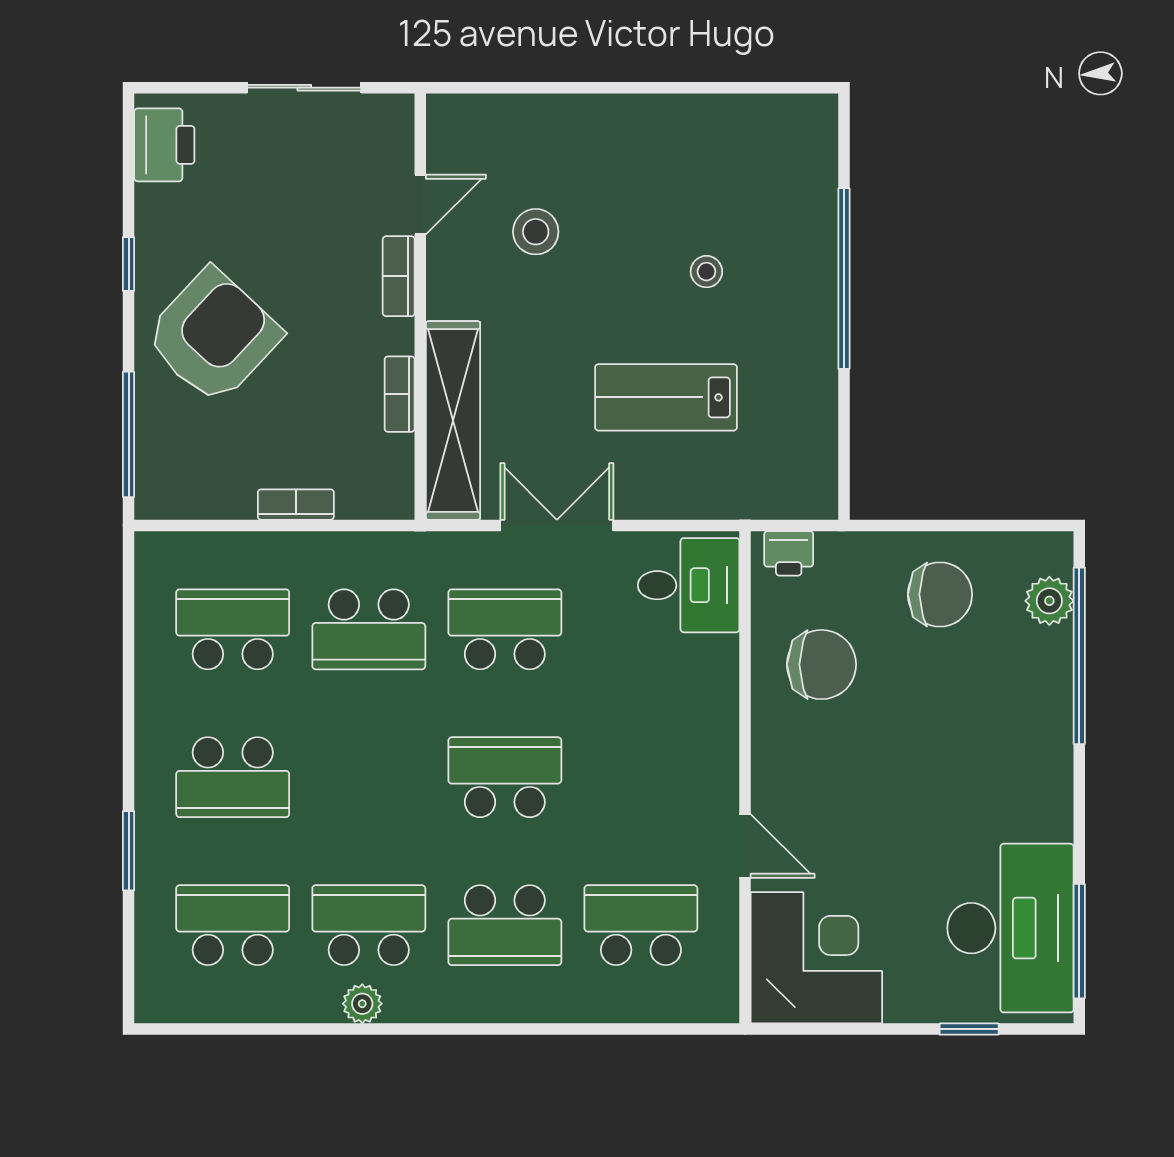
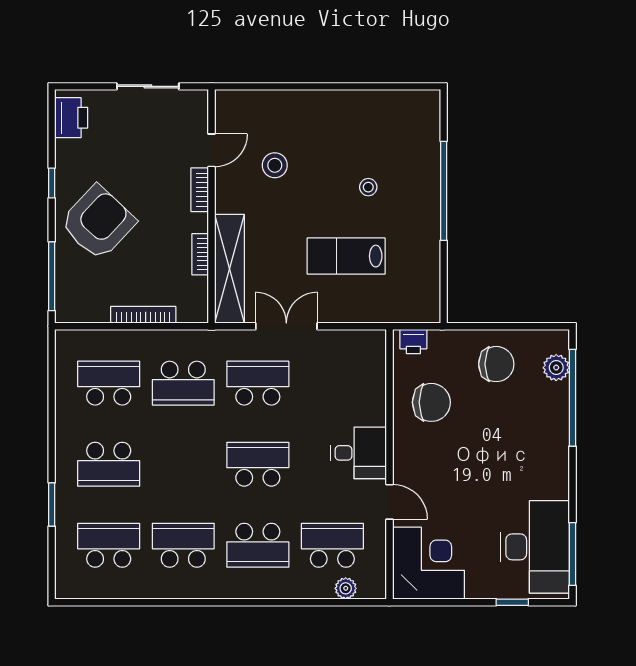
bookcase: (296, 505) -> (143, 315), width x1.56
desk: (689, 585) -> (359, 453), moved
plant: (362, 1004) -> (346, 588), moved

